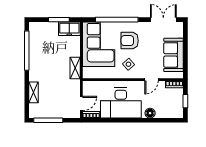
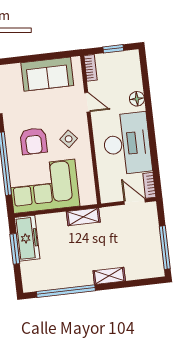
freezer: (69, 29) -> (27, 238), width x1.40
shelving: (34, 92) -> (109, 276), moved

